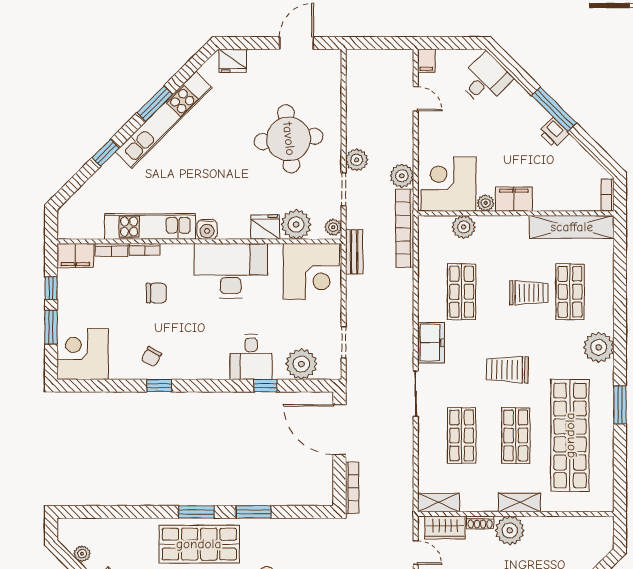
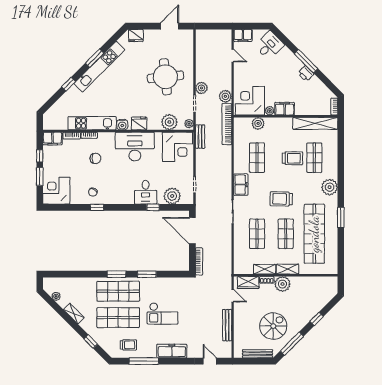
filing cabinet: (426, 61) -> (243, 35), width x2.00
fridge: (265, 227) -> (139, 123), moved
shelving: (438, 502) -> (265, 269), moved

